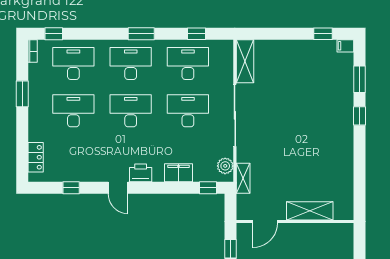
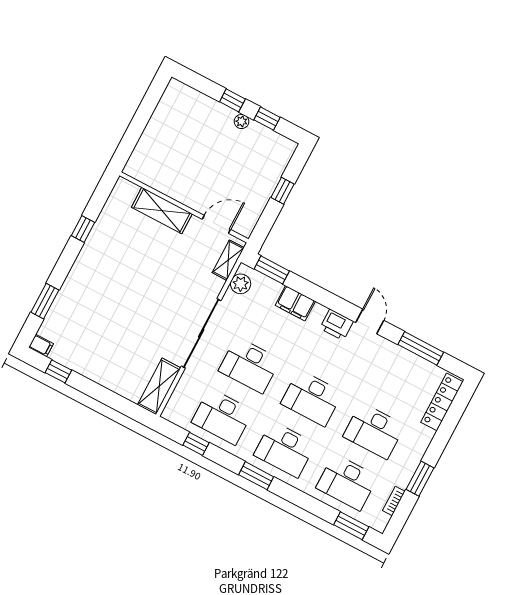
window: (54, 34) -> (351, 526), width x1.50
bookcase: (33, 51) -> (394, 501), moved
window: (359, 116) -> (83, 229), moved
locker: (36, 157) -> (442, 402), width x1.53
window: (71, 188) -> (421, 348), width x2.17
window: (208, 188) -> (272, 270), width x1.50
shelving: (310, 211) -> (162, 210), moved
door: (265, 222) -> (216, 224), moved
wall: (295, 222) -> (184, 207), moved

